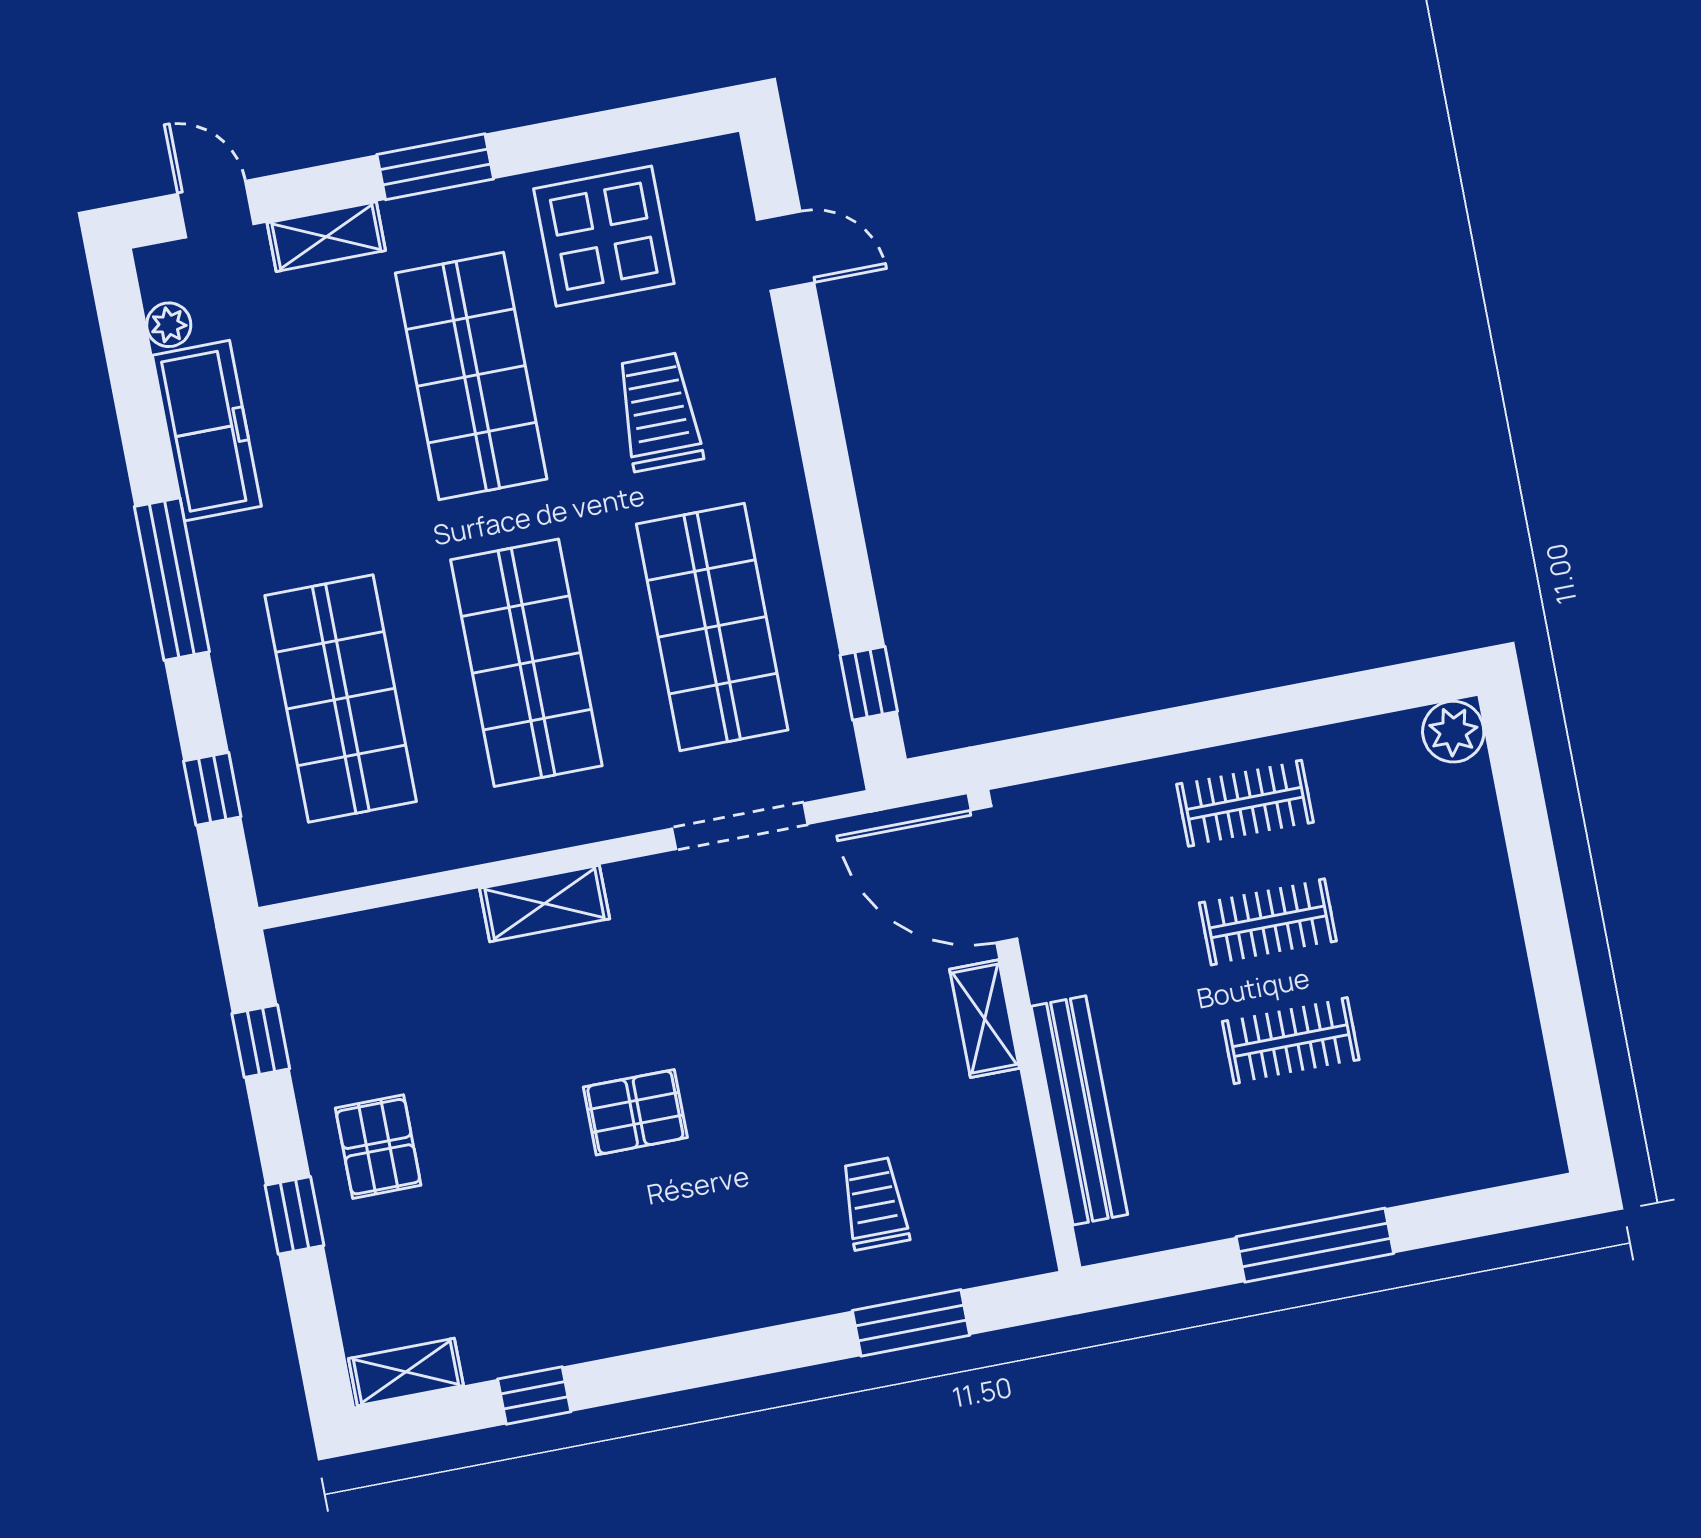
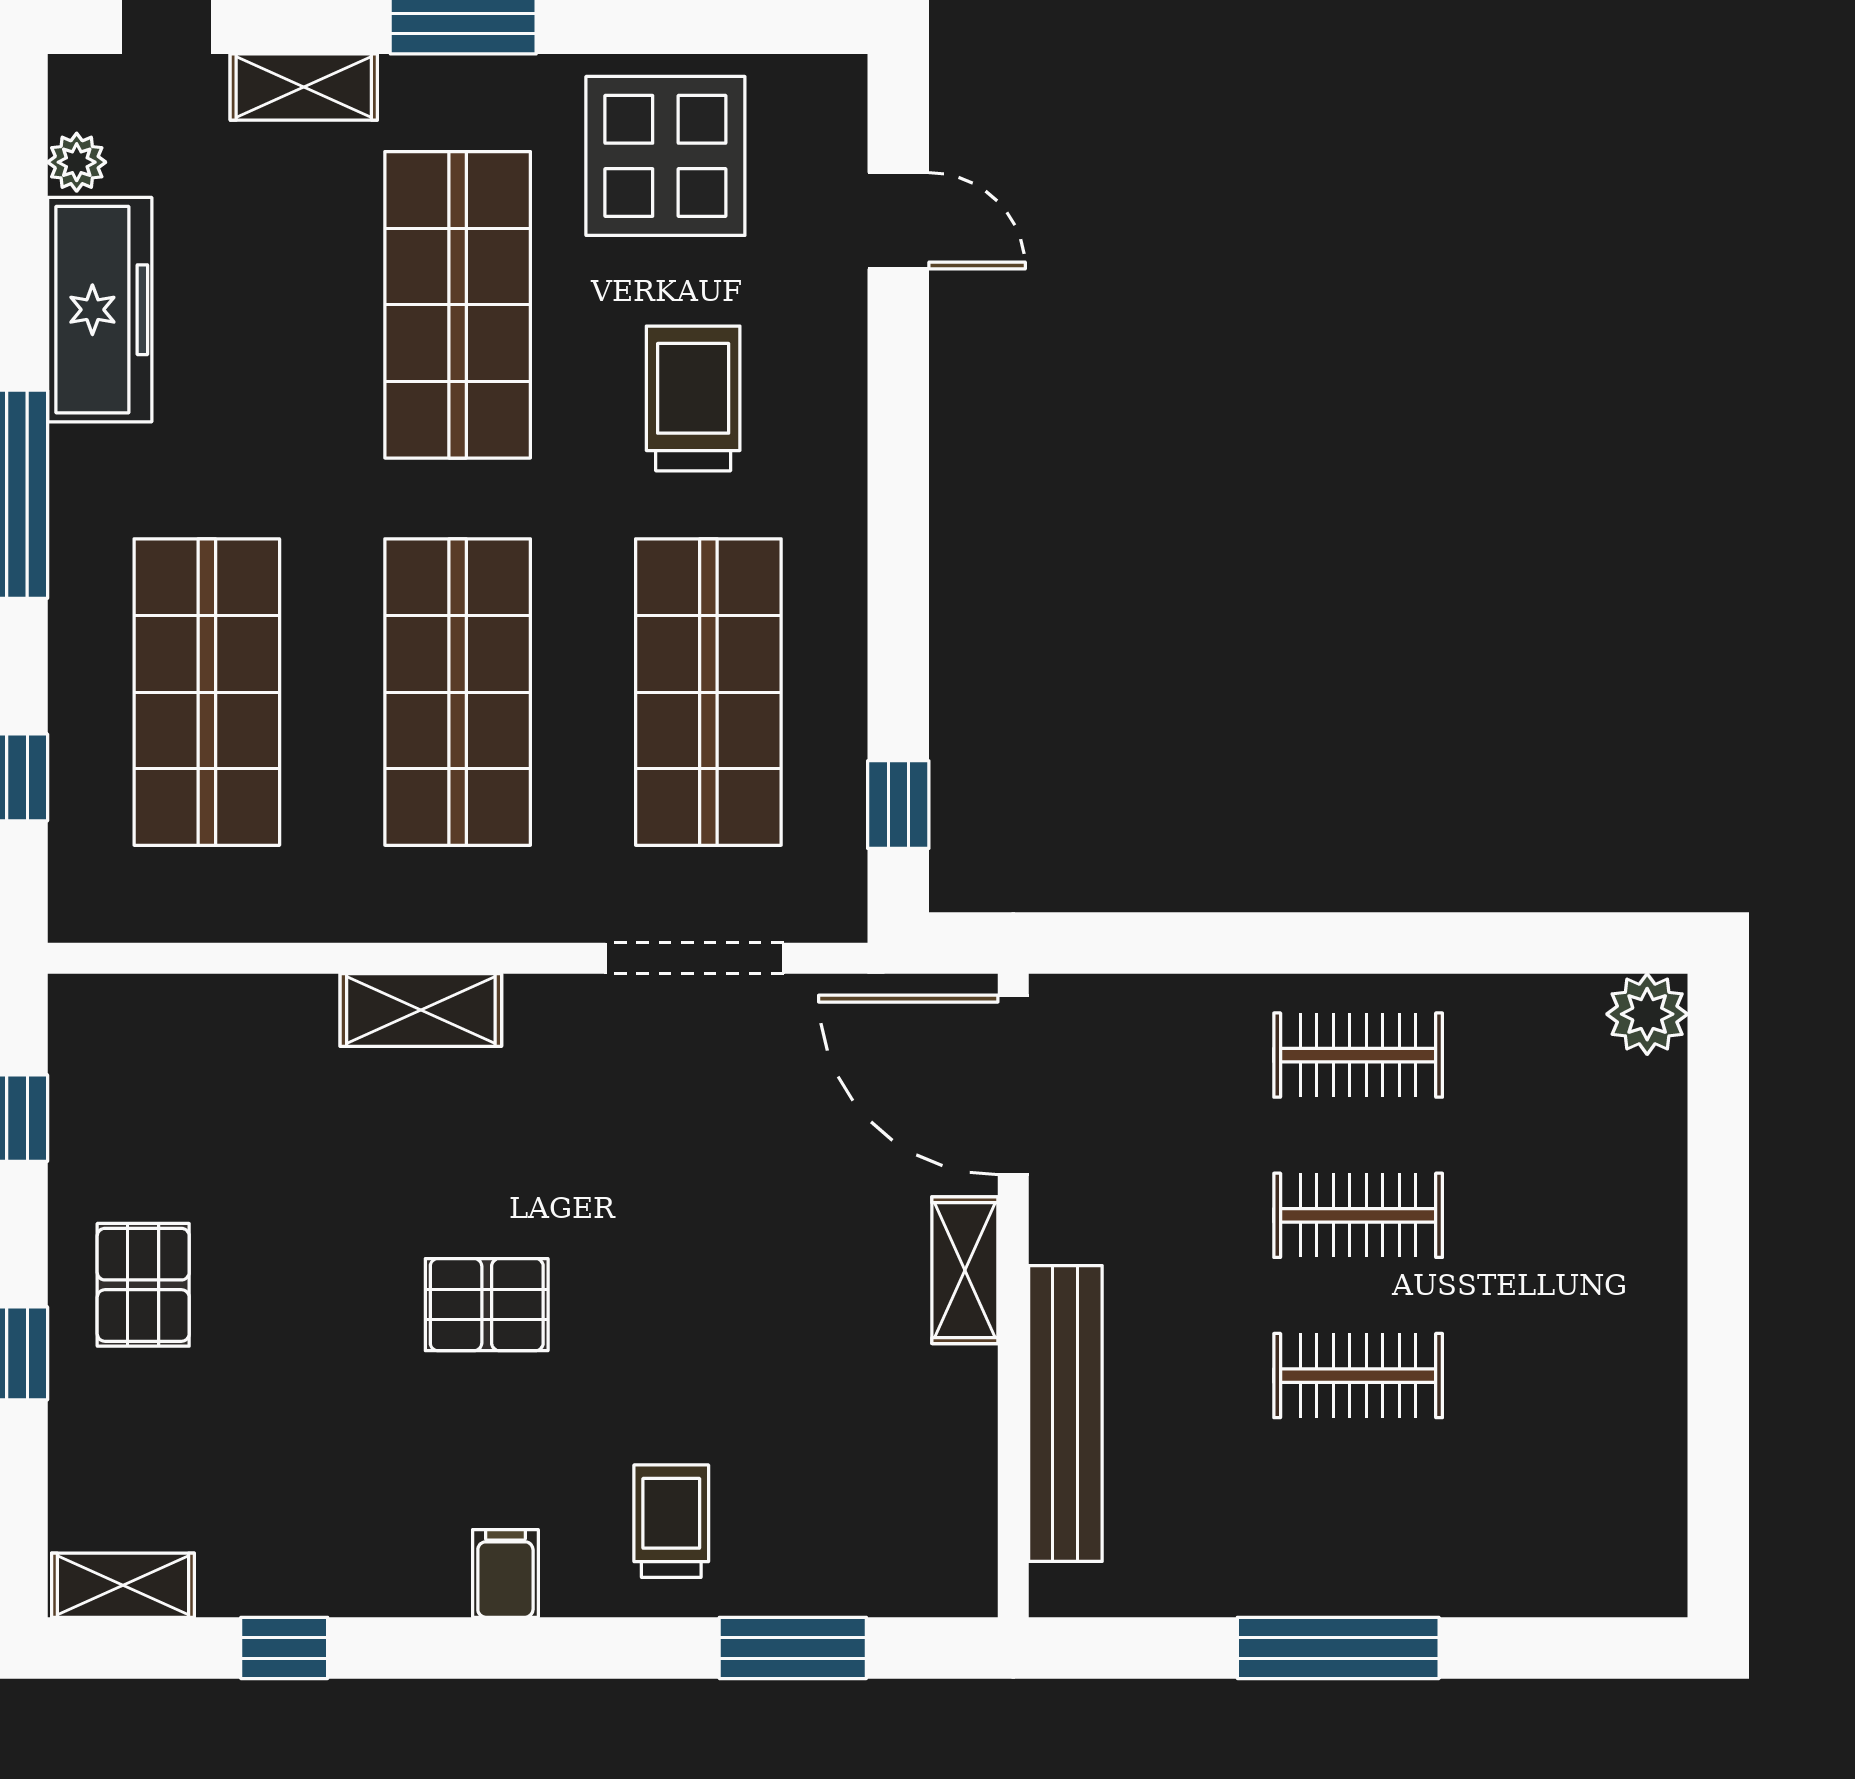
trolley: (875, 1204) -> (671, 1521), moved
filing cabinet: (688, 1309) -> (505, 1573), added

